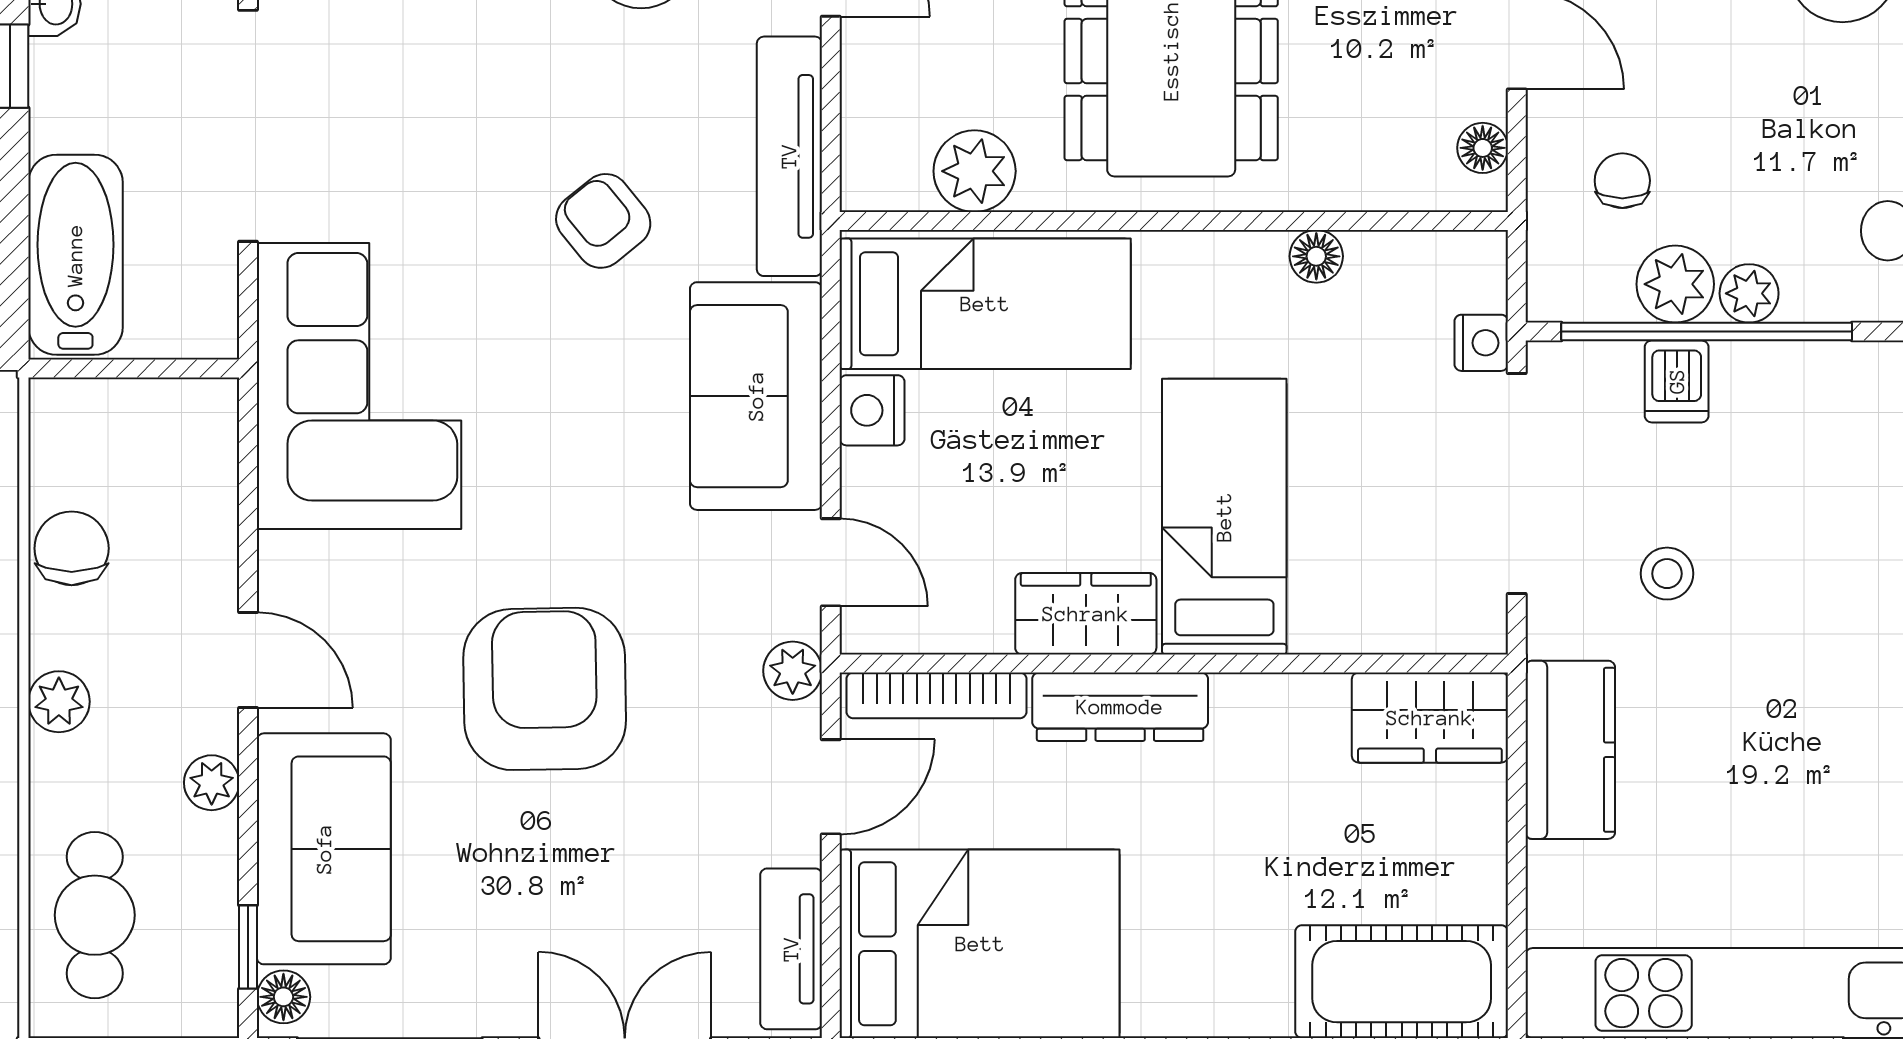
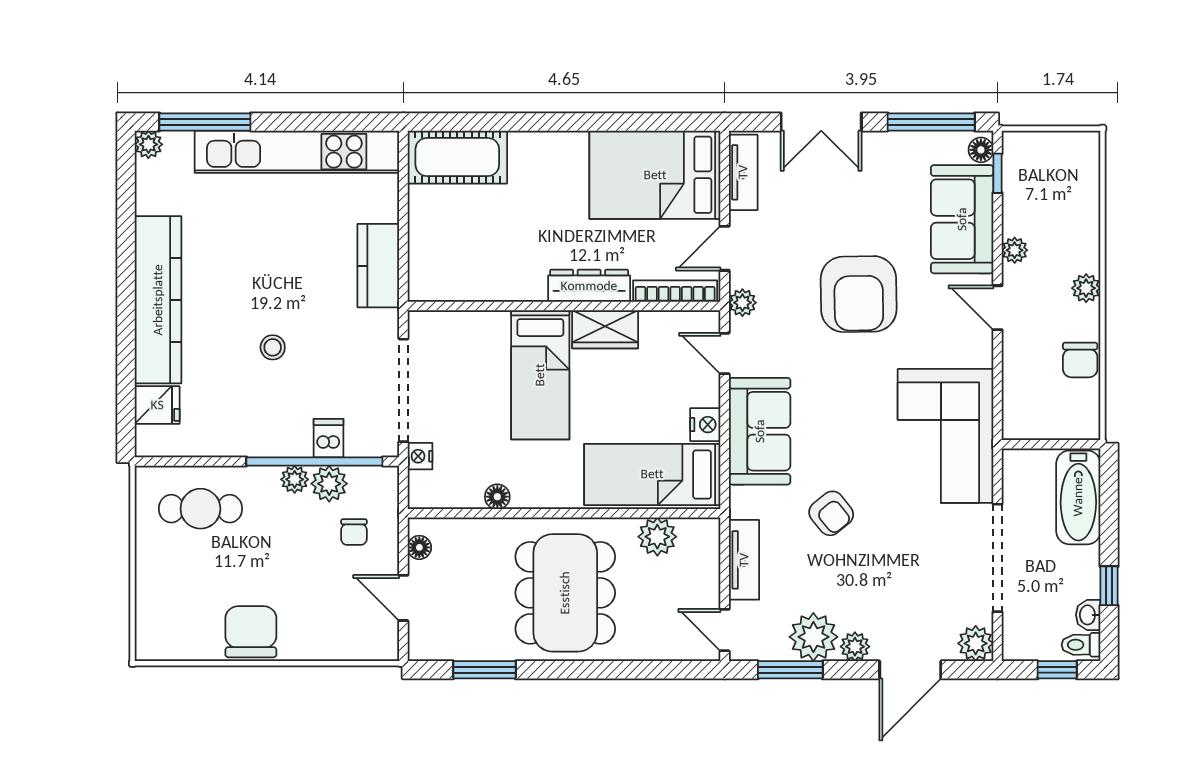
tv unit: (789, 156) -> (744, 560), width x0.71
stool: (1667, 574) -> (273, 347), moved
wardrobe: (1430, 718) -> (444, 281), removed
cafe table: (95, 915) -> (1069, 188), removed

